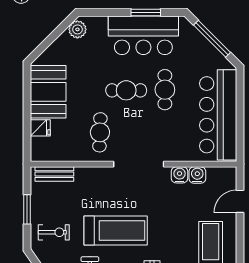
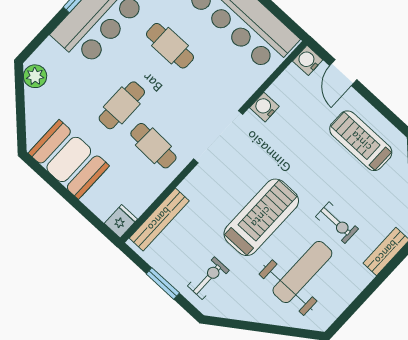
cafe table: (126, 90) -> (122, 105), moved
fridge: (40, 128) -> (121, 221), moved
bench: (54, 174) -> (159, 219), width x1.36
water cooler: (197, 175) -> (308, 60), moved

